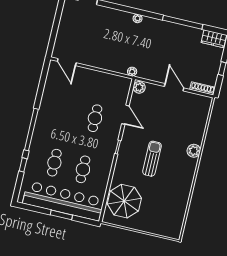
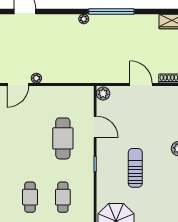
window: (183, 22) -> (111, 11), moved
door: (67, 62) -> (18, 85), hinge flipped
plant: (132, 72) -> (36, 78), moved
cafe table: (95, 118) -> (63, 138), width x1.37, depth x1.35

